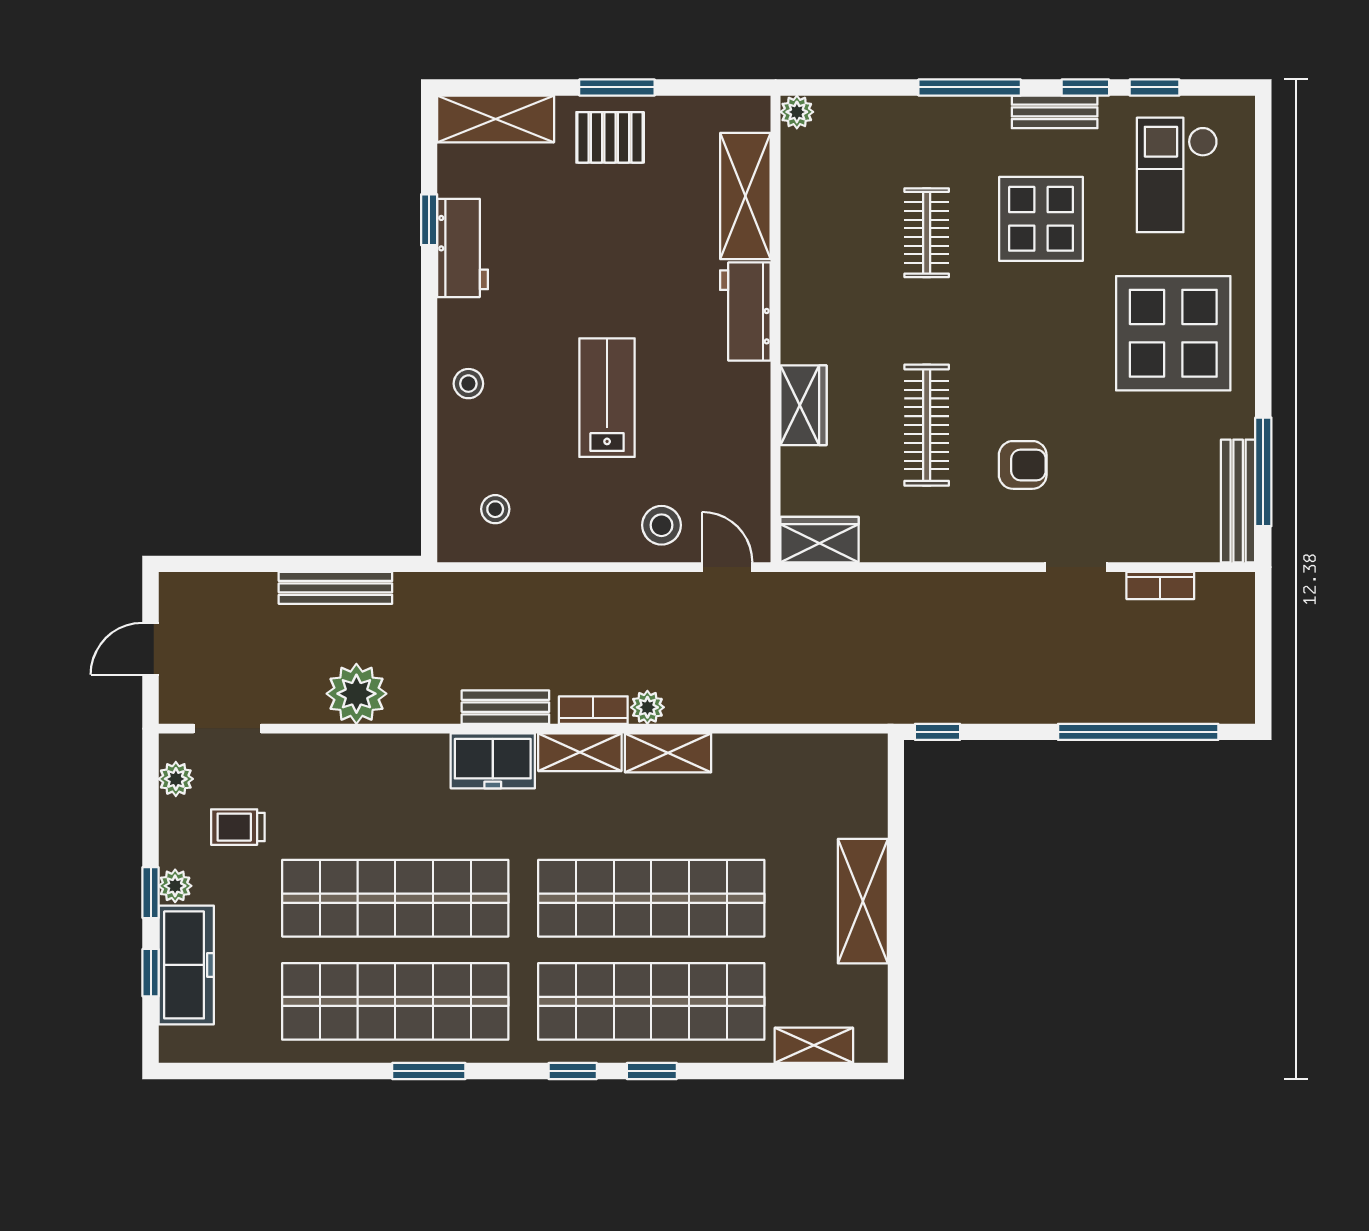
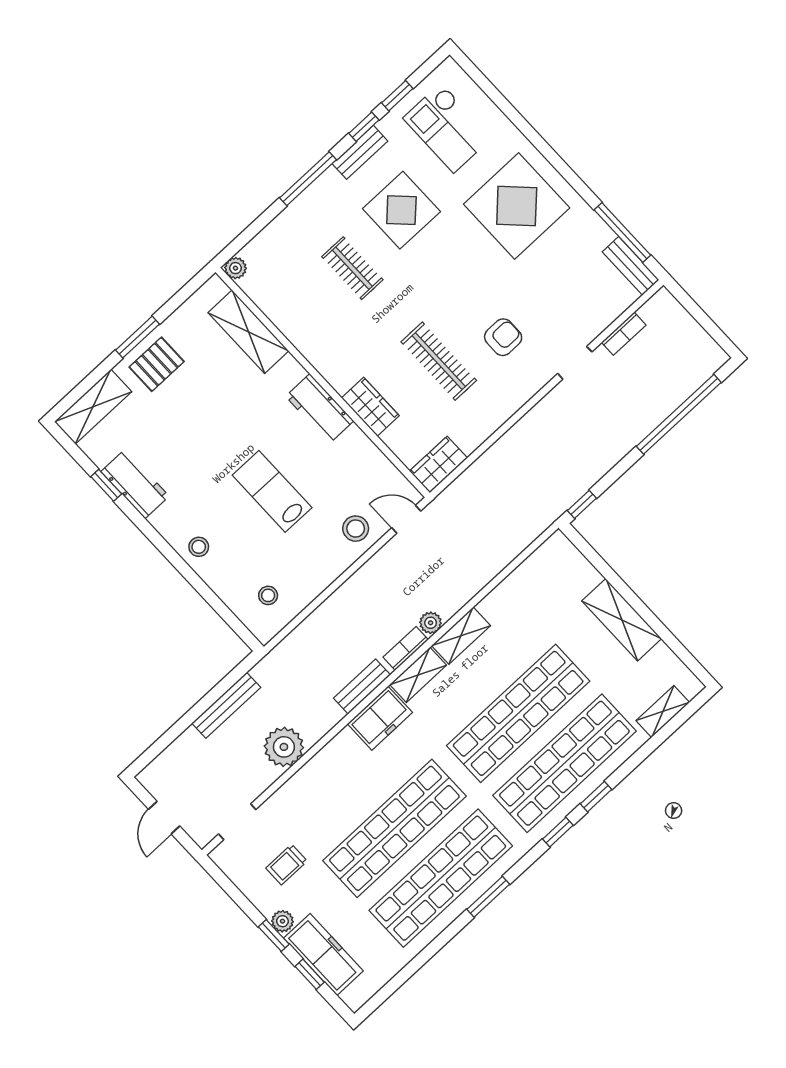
workbench: (745, 311) -> (320, 409), moved
bench: (1238, 501) -> (631, 266), width x0.73
plant: (176, 779) -> (235, 869), removed

